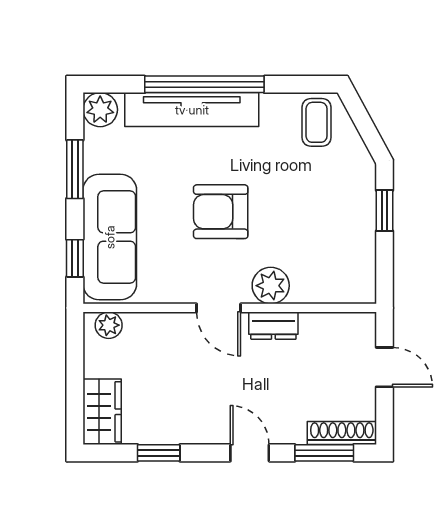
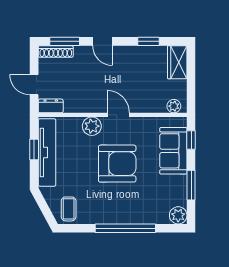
tv unit: (192, 110) -> (47, 152), moved, turned 90
window: (385, 211) -> (34, 149), moved
armchair: (221, 212) -> (117, 164), width x1.36, depth x1.36
sofa: (110, 237) -> (173, 151), width x0.73
dresser: (273, 326) -> (51, 106), moved

